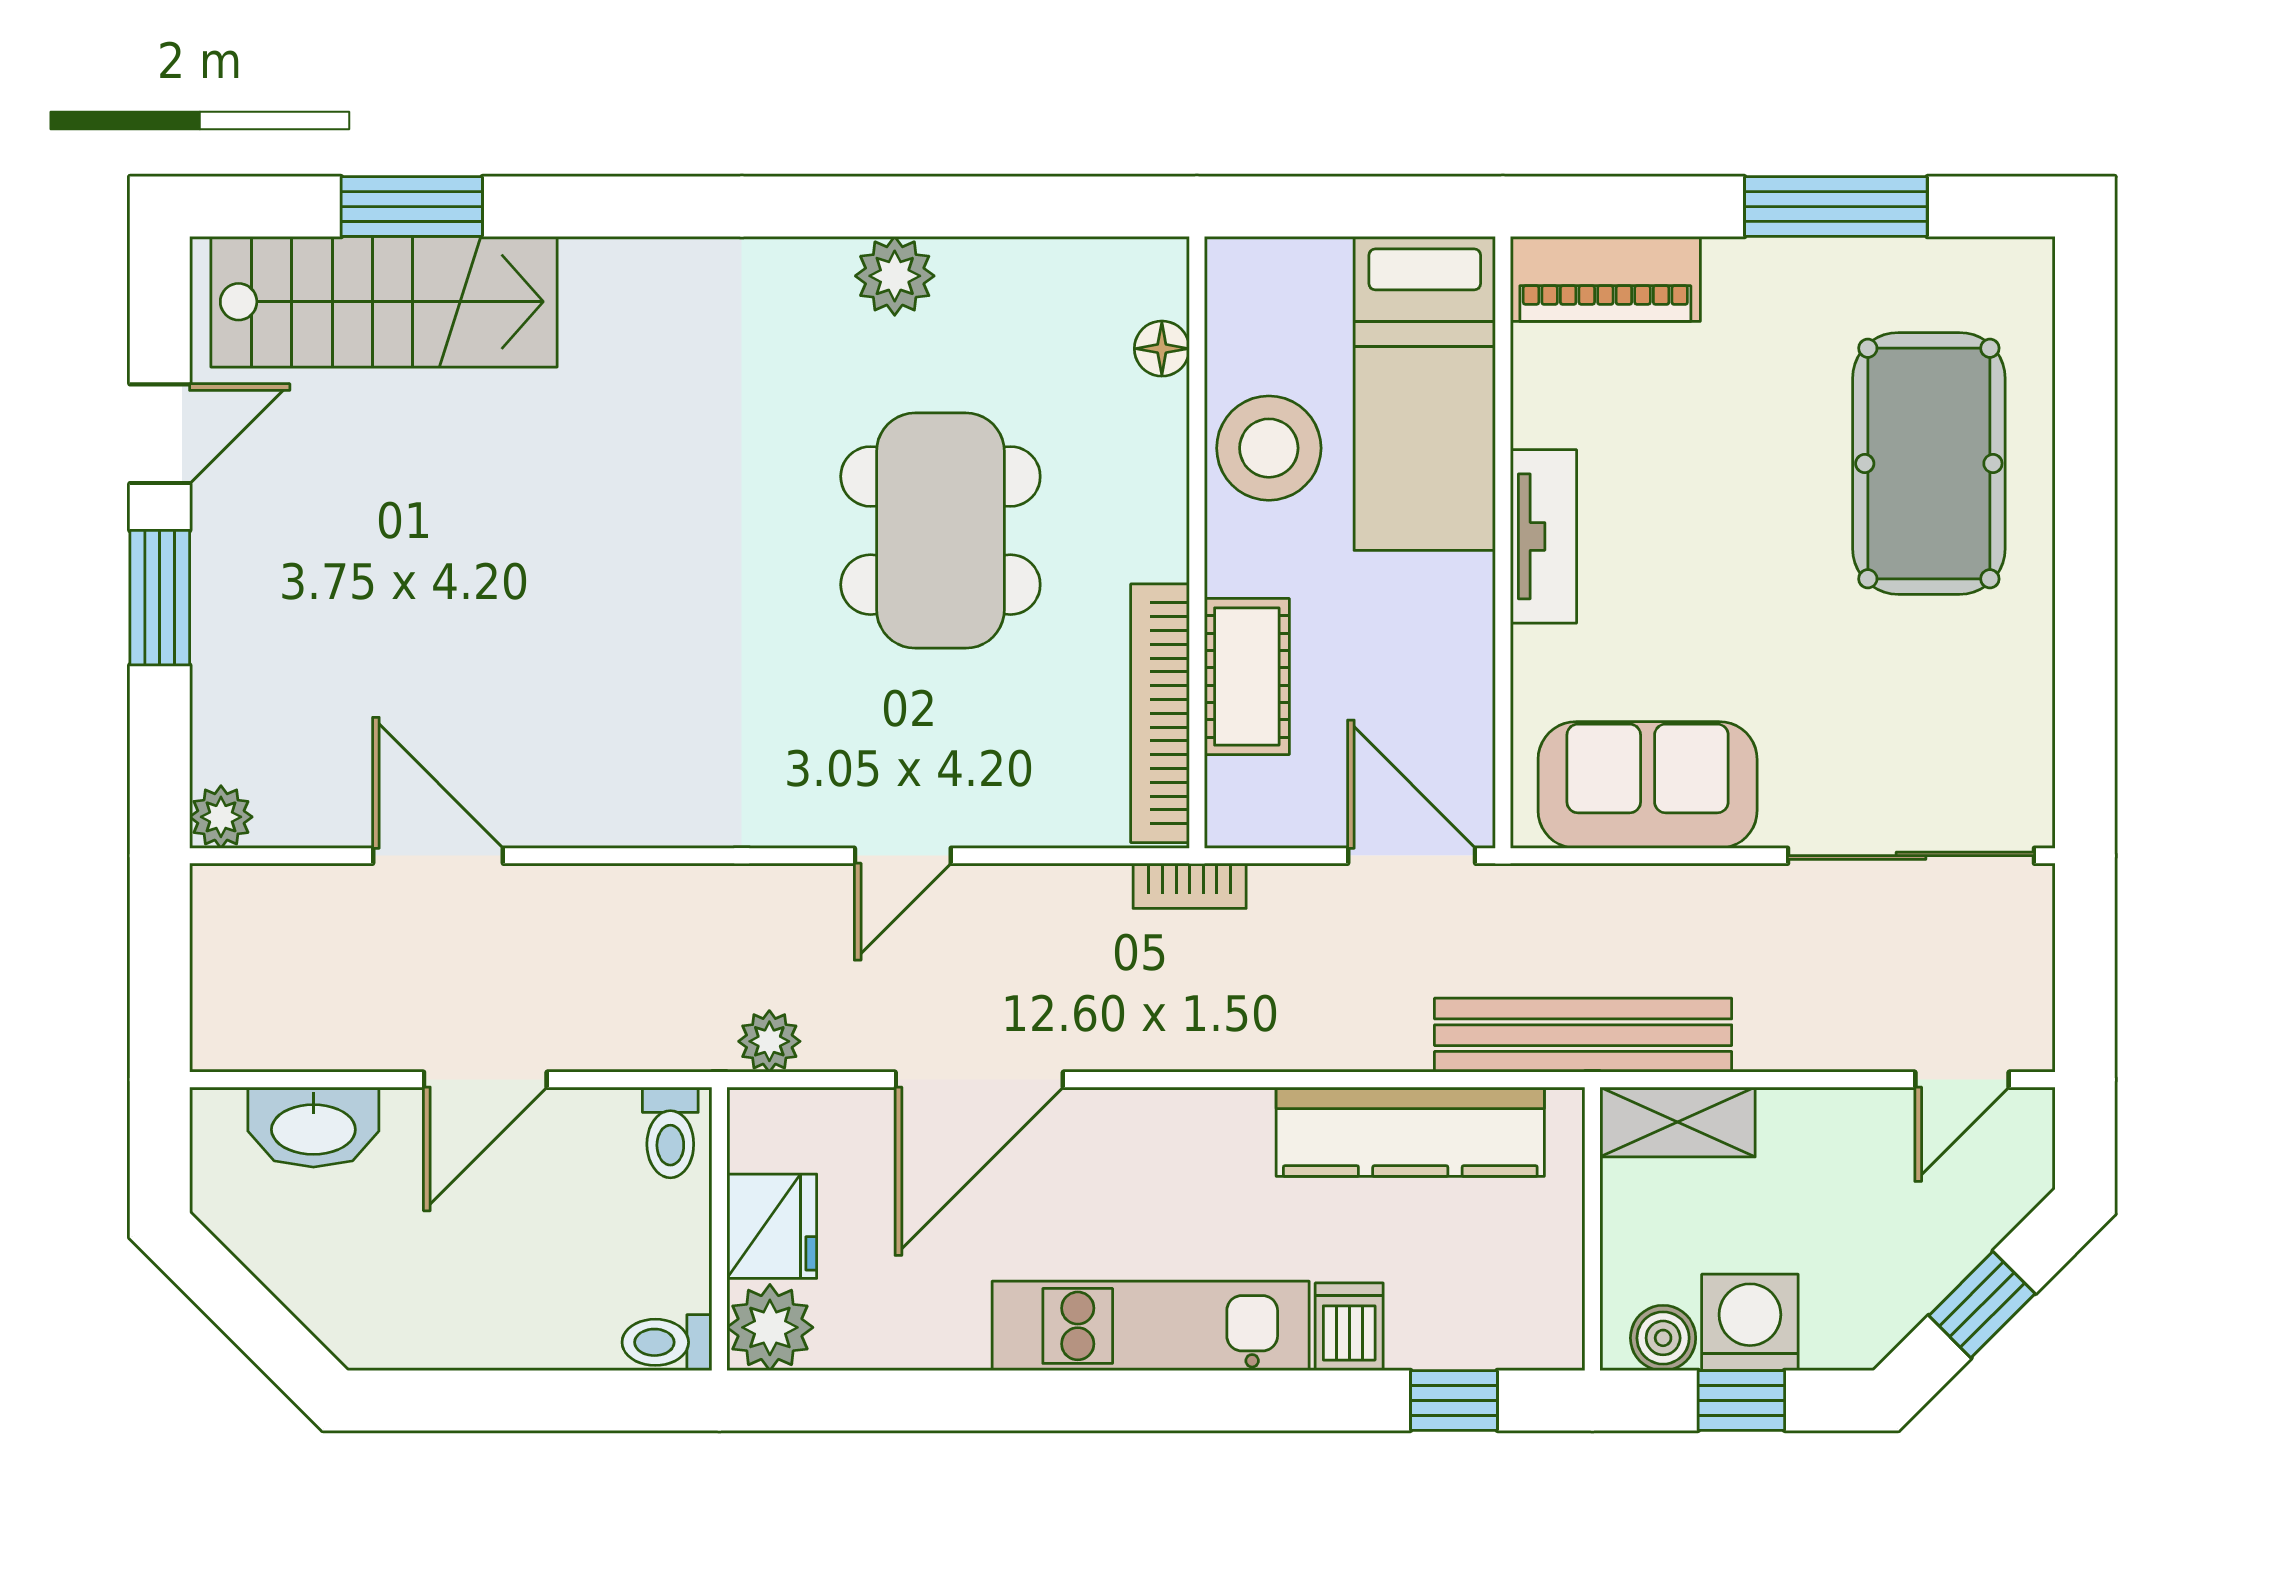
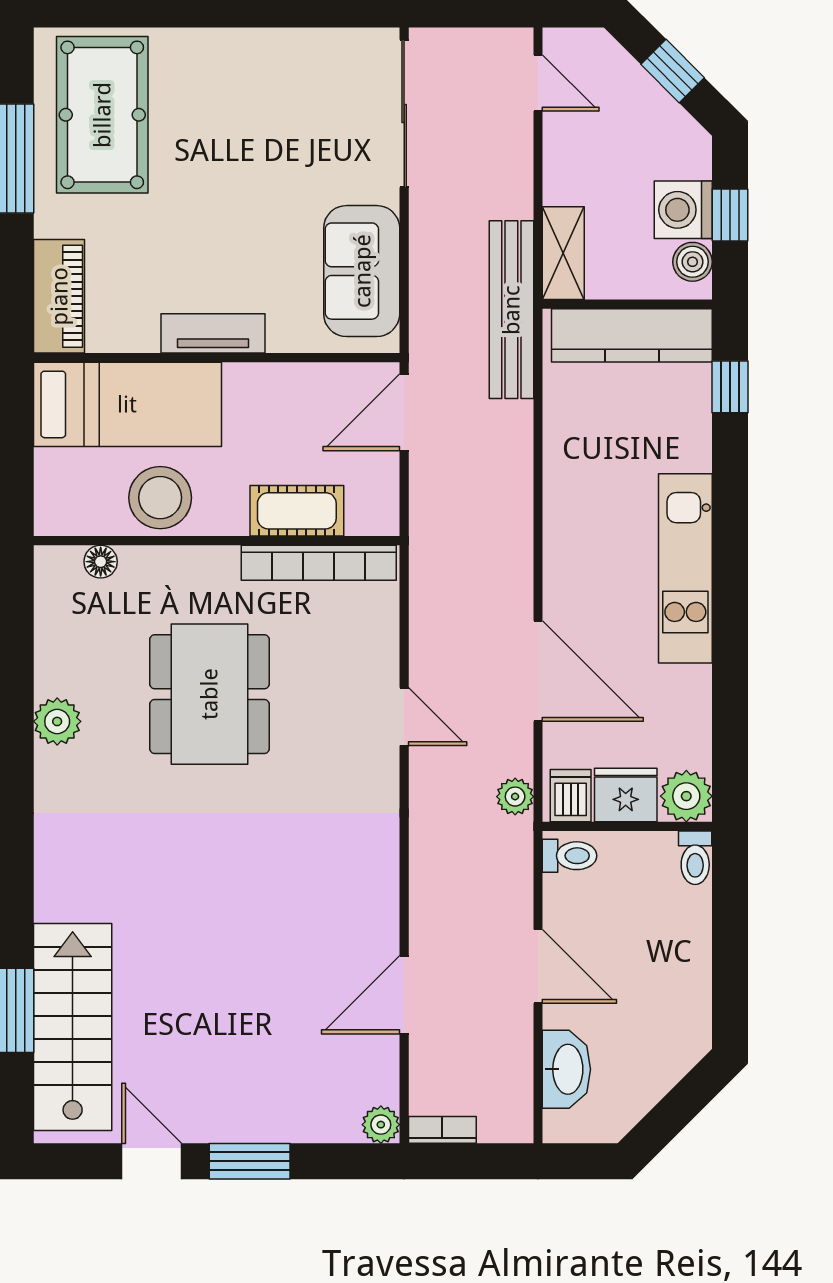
pool table: (1929, 463) -> (102, 115), moved, turned 90
dining table: (940, 531) -> (209, 694), turned 90
bookcase: (1190, 886) -> (442, 1130), moved, turned -90
kitchen counter: (1410, 1132) -> (632, 335), moved, turned 90
dishwasher: (1349, 1327) -> (571, 796), moved, turned 90

